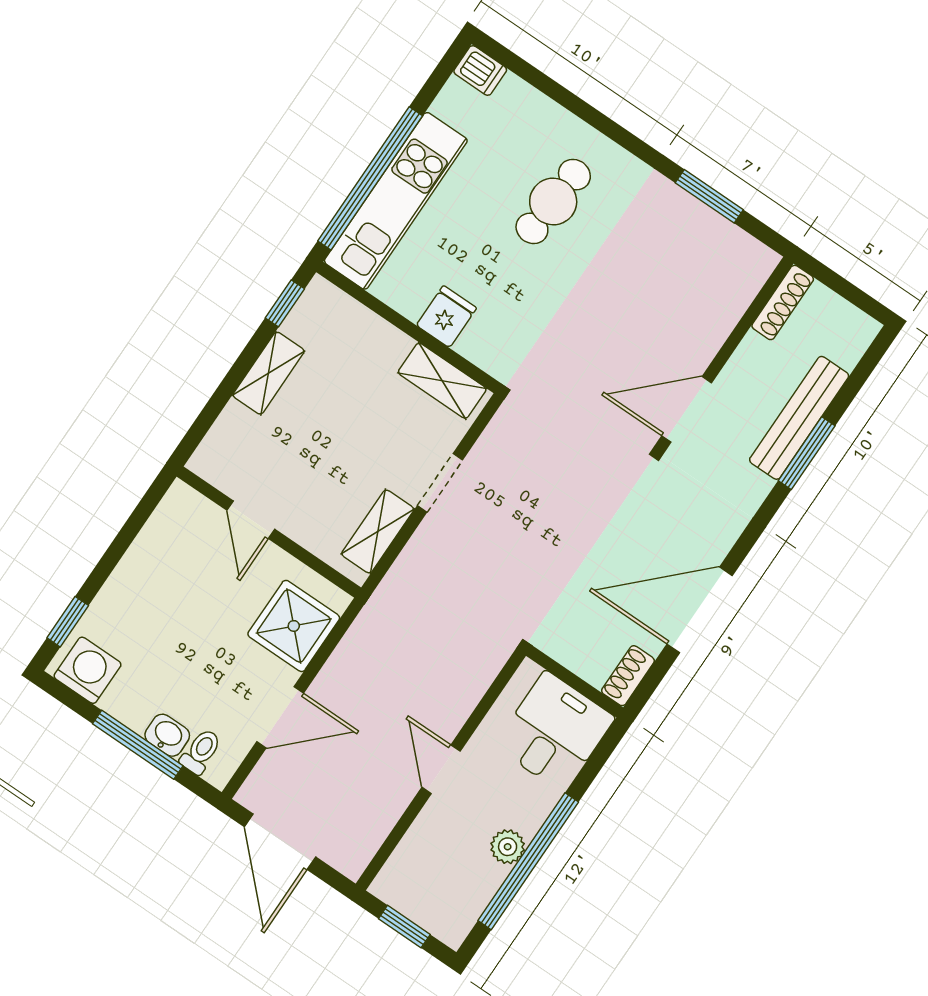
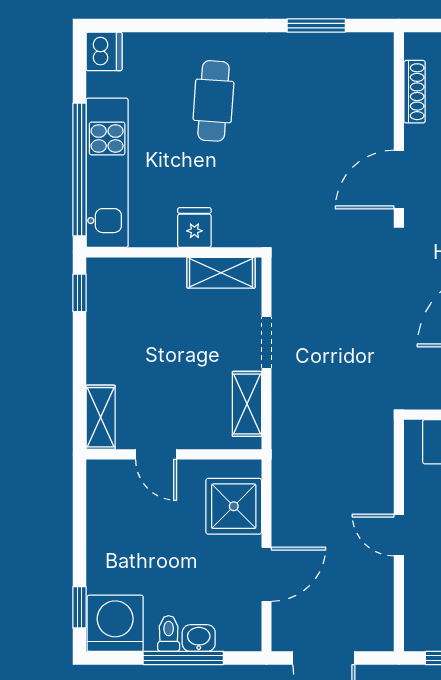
dishwasher: (480, 71) -> (104, 51), width x1.38
shoe rack: (783, 302) -> (415, 92), moved
shelving: (269, 373) -> (101, 417), moved
washing machine: (88, 670) -> (115, 623), width x1.37, depth x1.37
toilet: (201, 751) -> (169, 634), moved

